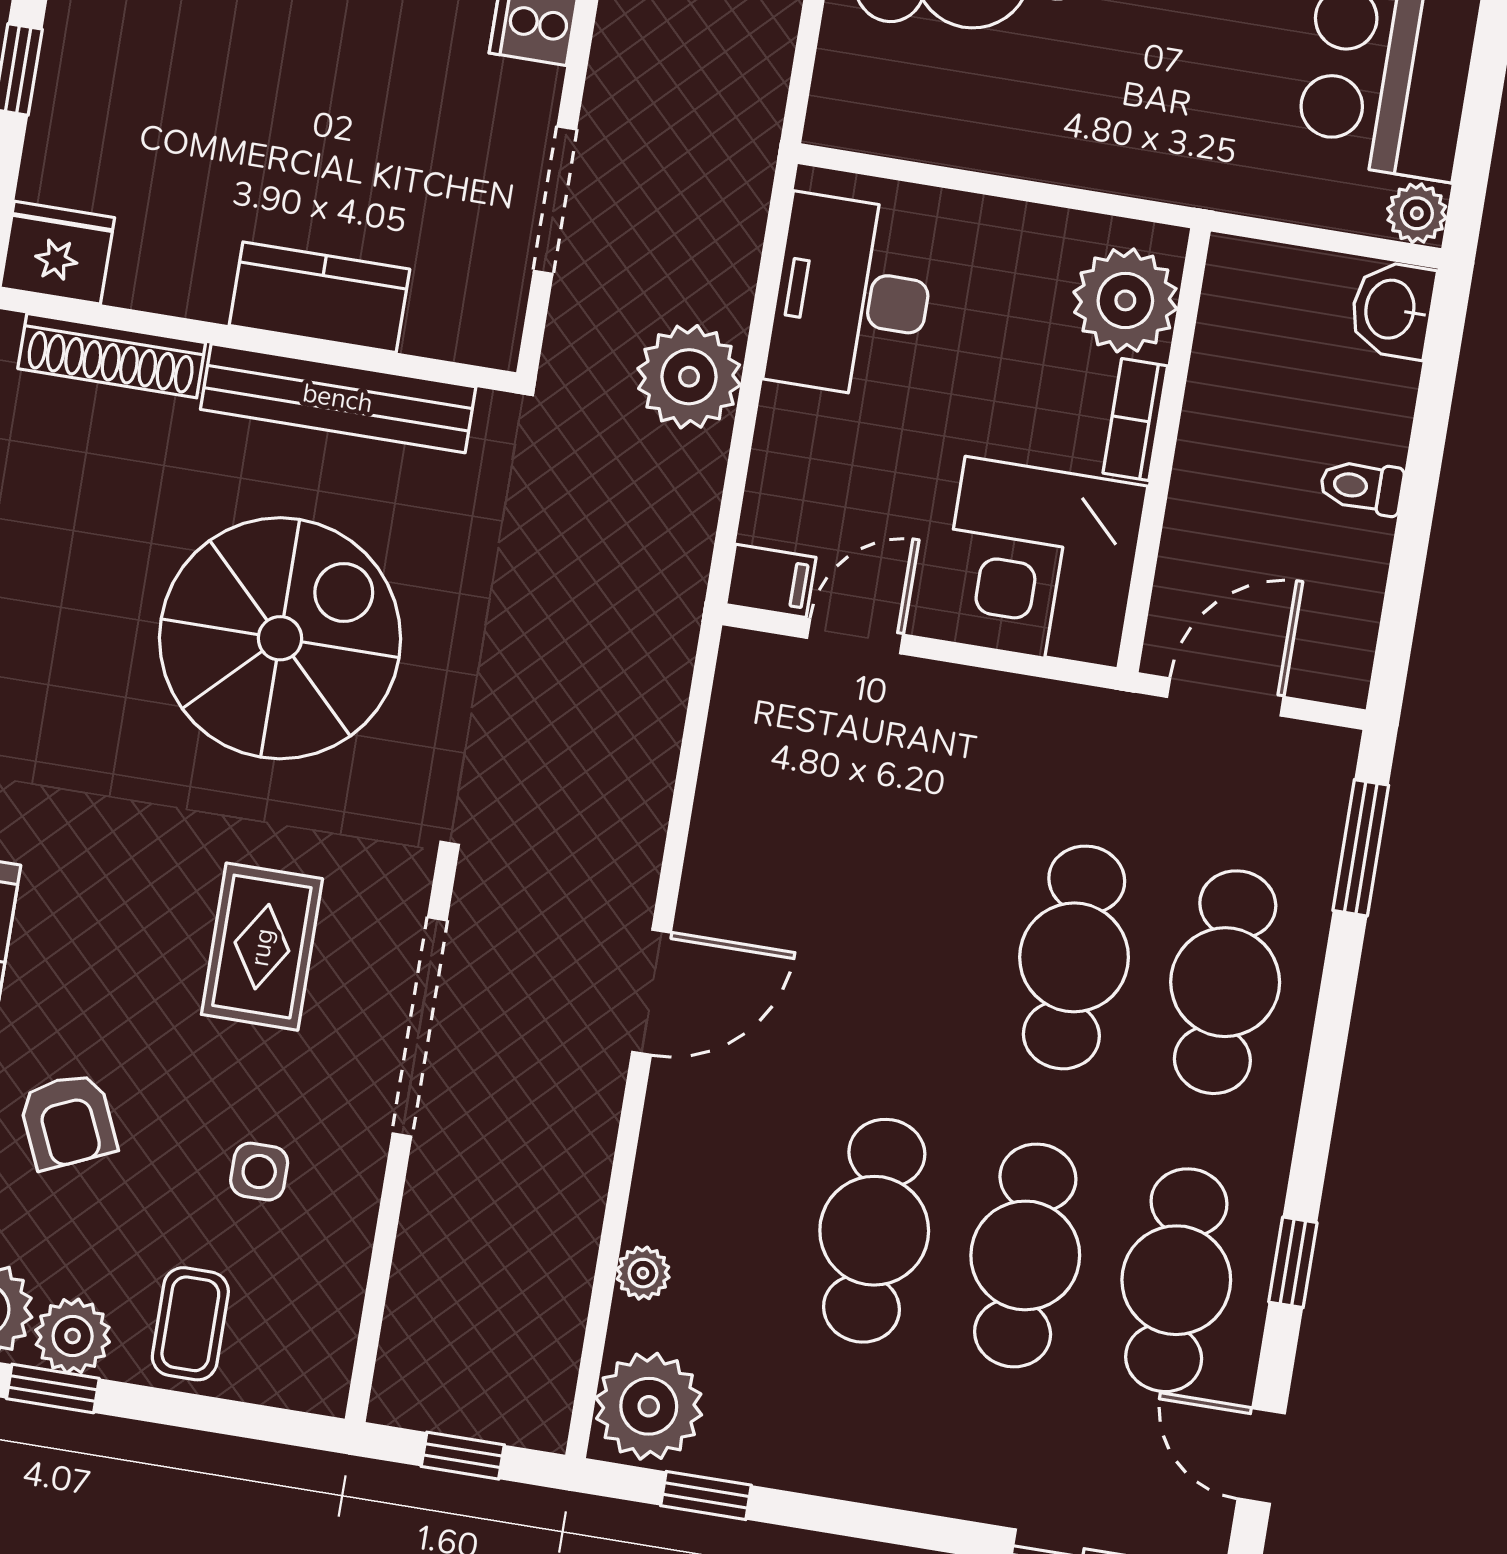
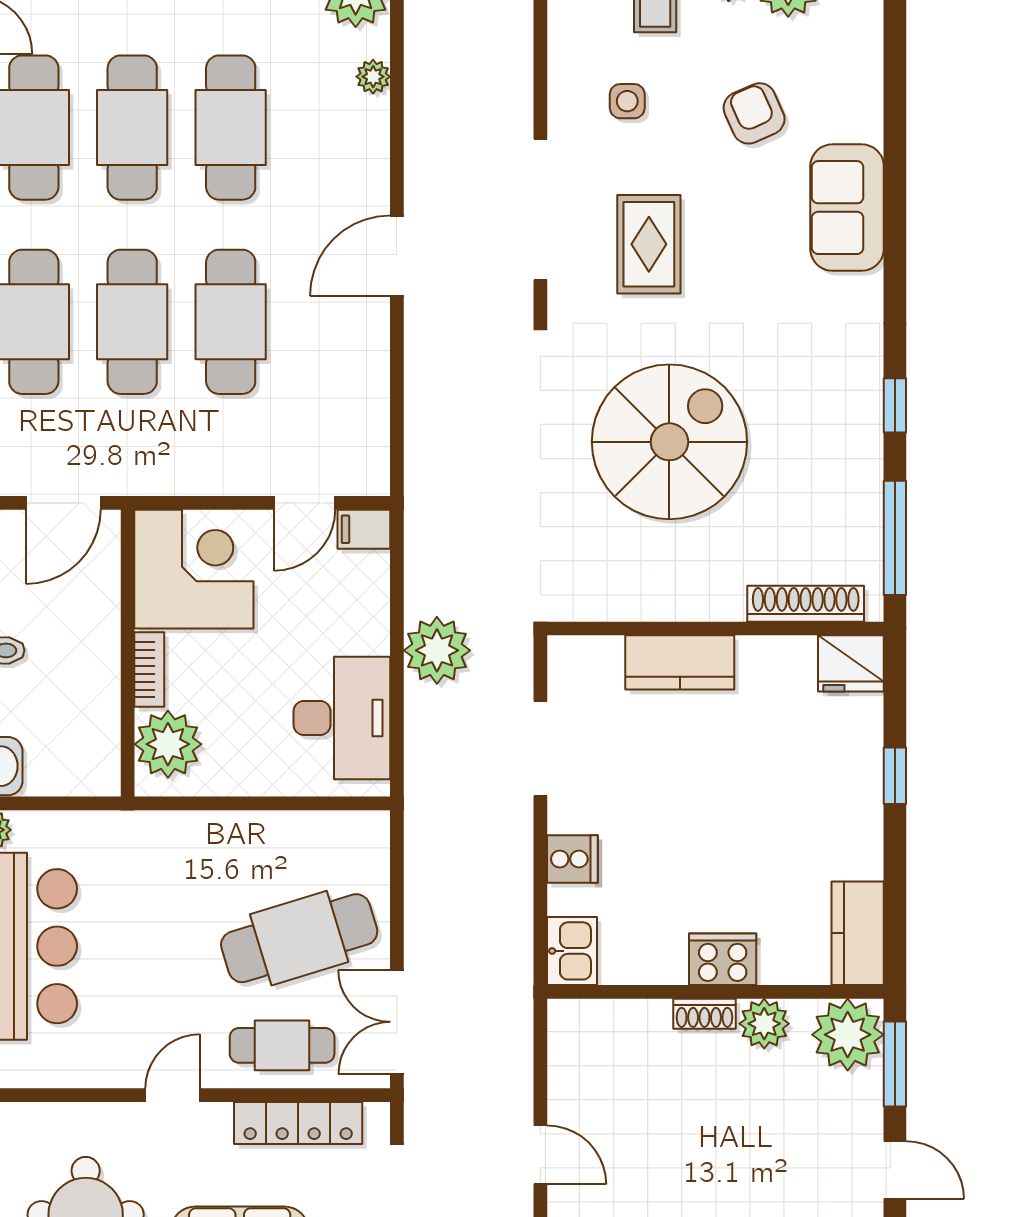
bench: (338, 398) -> (657, 600), removed
spiral stairs: (280, 638) -> (669, 442), turned 180
cafe table: (923, 933) -> (231, 322), added

